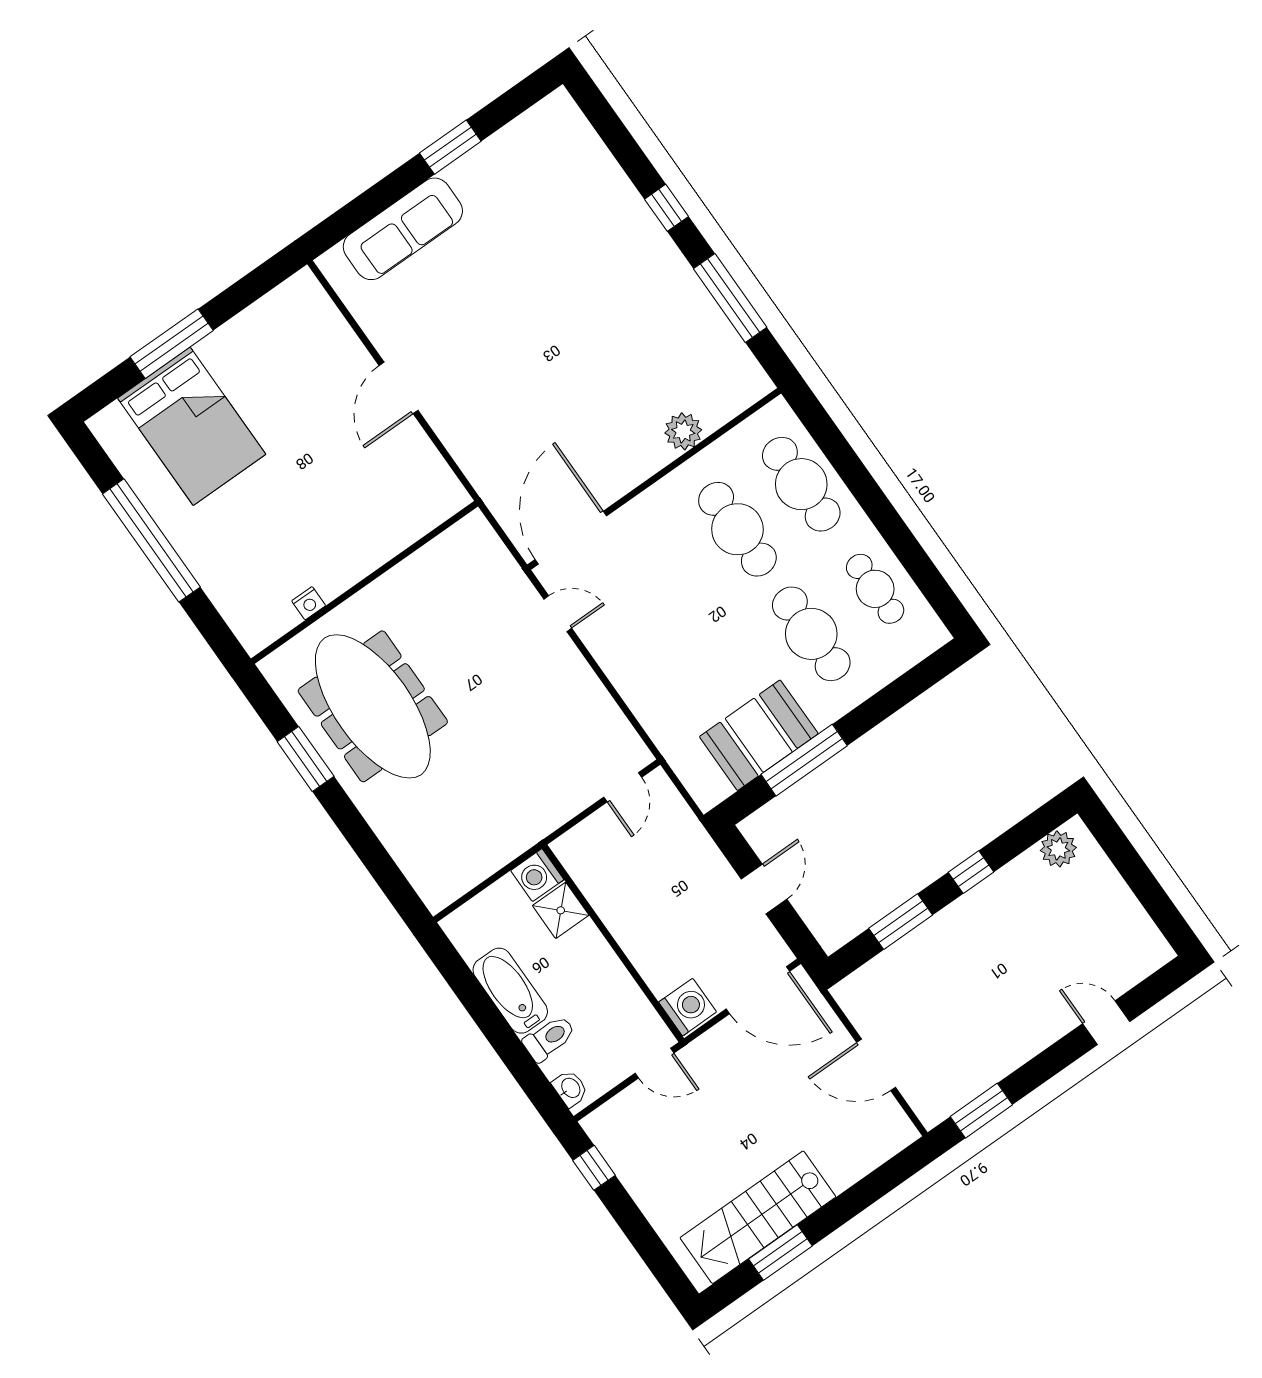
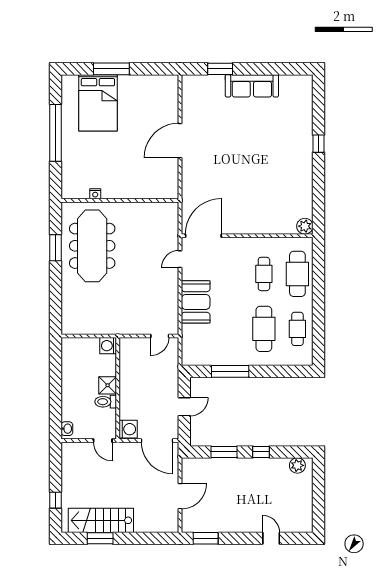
window: (450, 147) -> (220, 69), moved
sofa: (403, 229) -> (252, 86), moved
window: (730, 298) -> (319, 191), removed
door: (399, 388) -> (180, 141), width x1.36
plant: (683, 431) -> (305, 226), moved
cafe table: (737, 529) -> (264, 274), width x0.73, depth x0.74
door: (558, 614) -> (180, 259), swing flipped
booth: (759, 735) -> (196, 302), moved, turned 90
shower: (561, 910) -> (108, 385), moved
bathtub: (510, 991) -> (70, 380), removed
toilet: (549, 1038) -> (106, 402), moved, turned 180
door: (876, 1065) -> (180, 496), swing flipped
window: (594, 1168) -> (56, 500), moved

